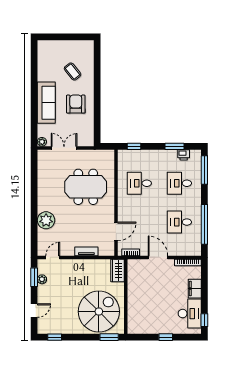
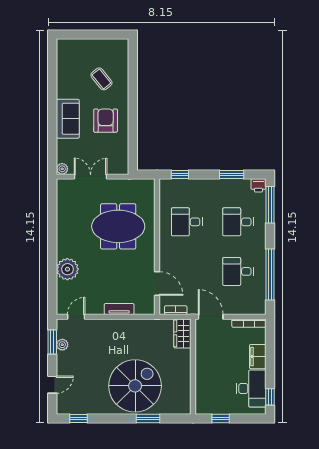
sofa: (46, 103) -> (68, 119), width x0.73
printer: (184, 155) -> (258, 185), moved
door: (116, 231) -> (157, 283), hinge flipped
wardrobe: (117, 270) -> (182, 333), moved
wall: (126, 296) -> (193, 367), moved

